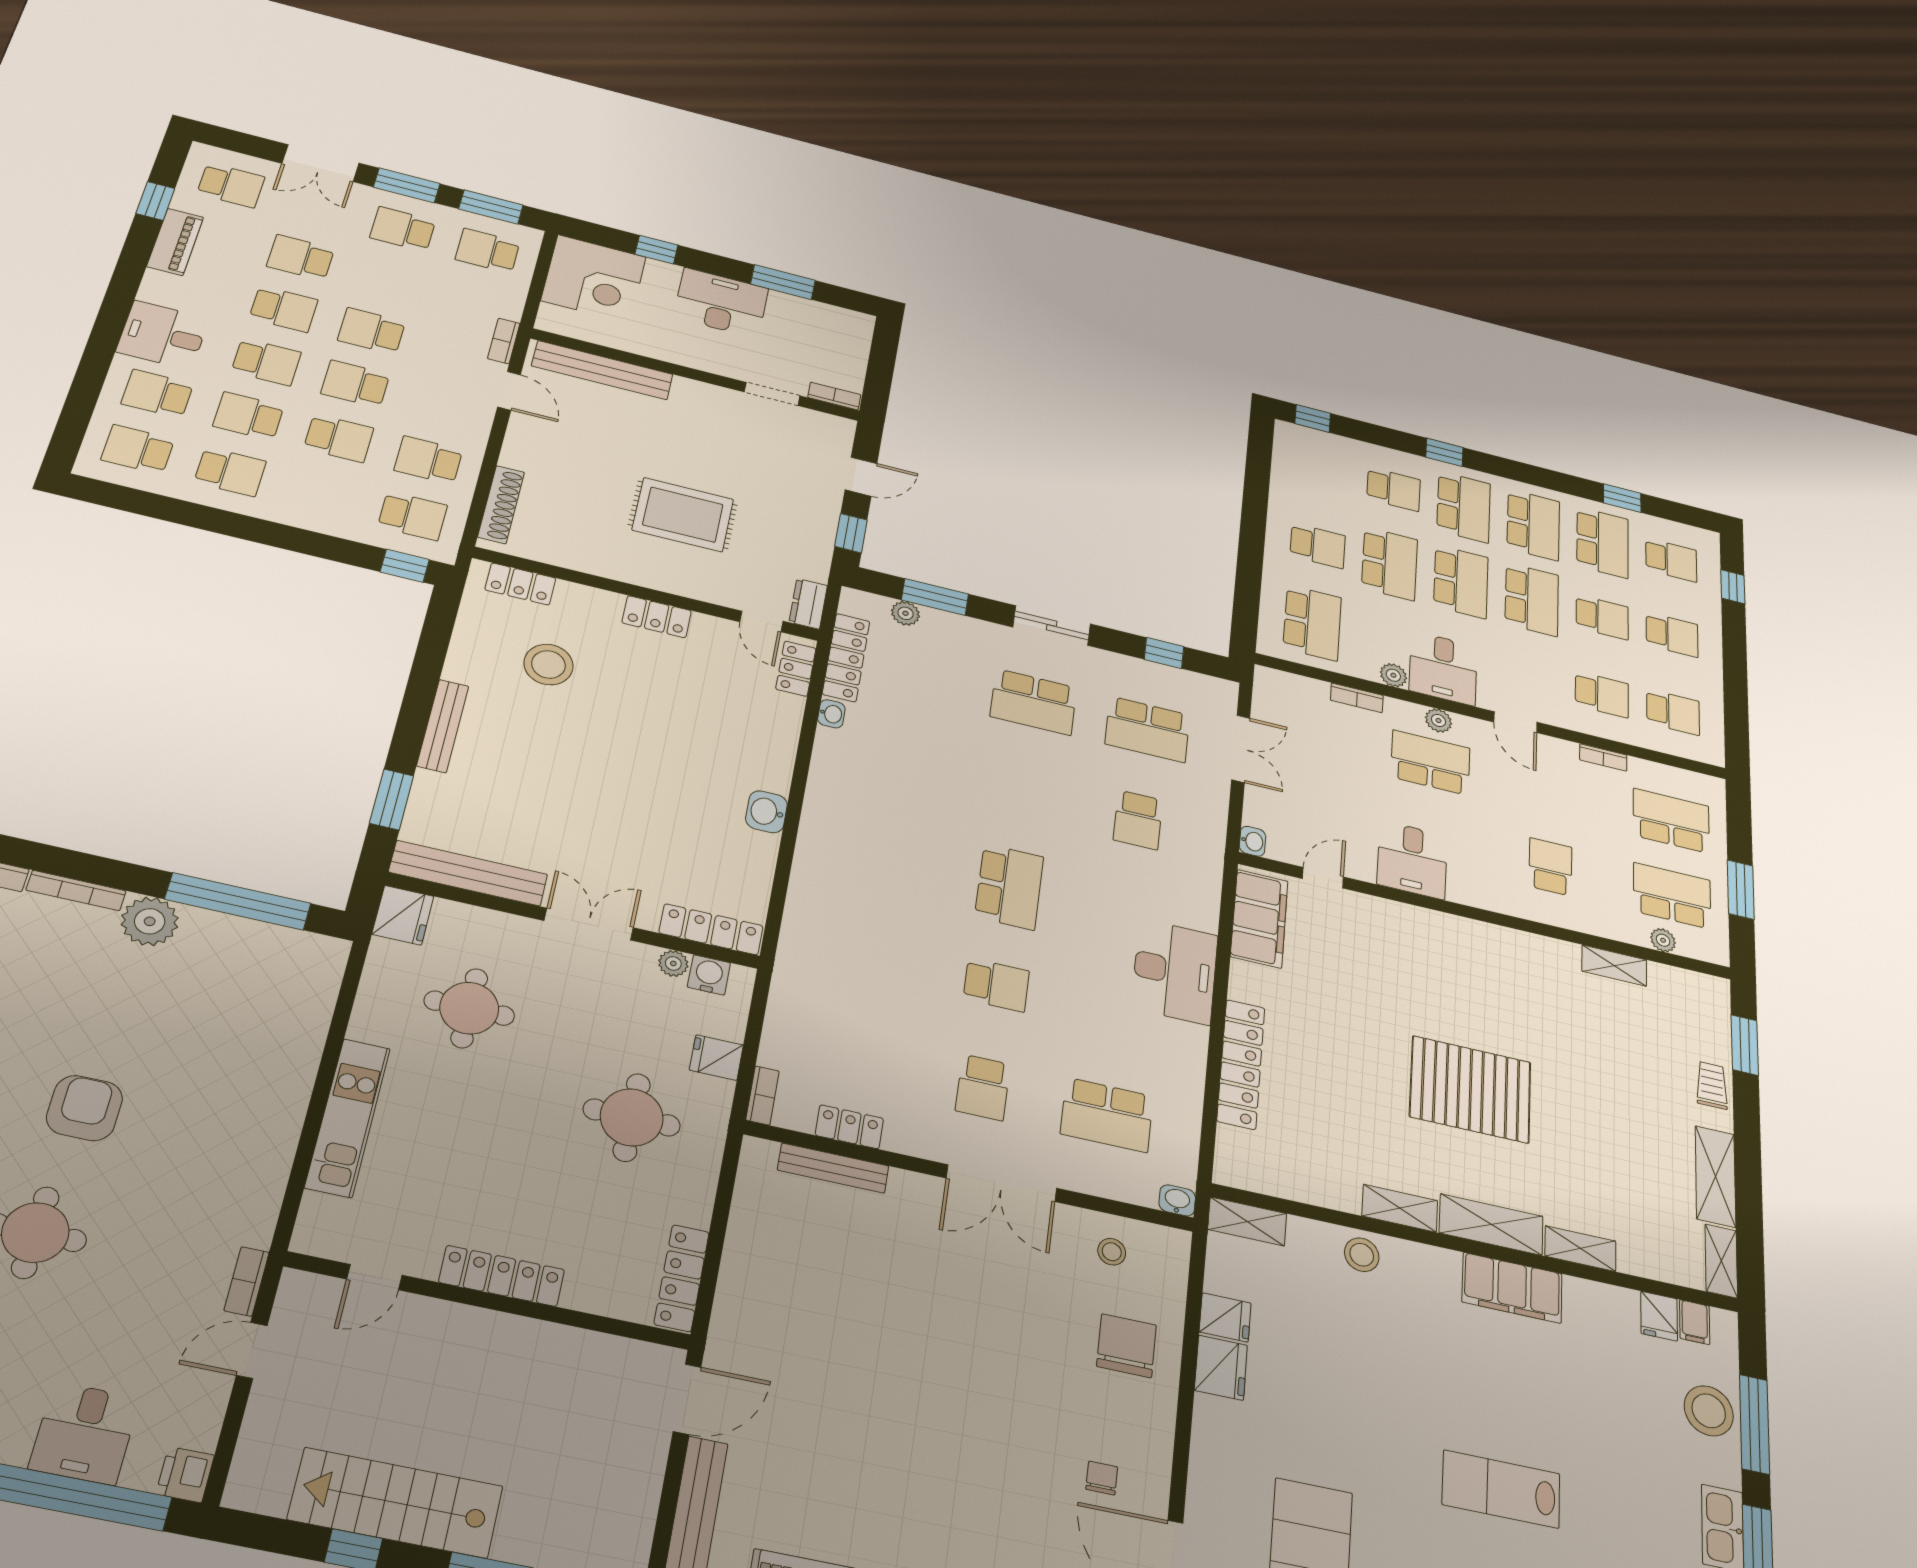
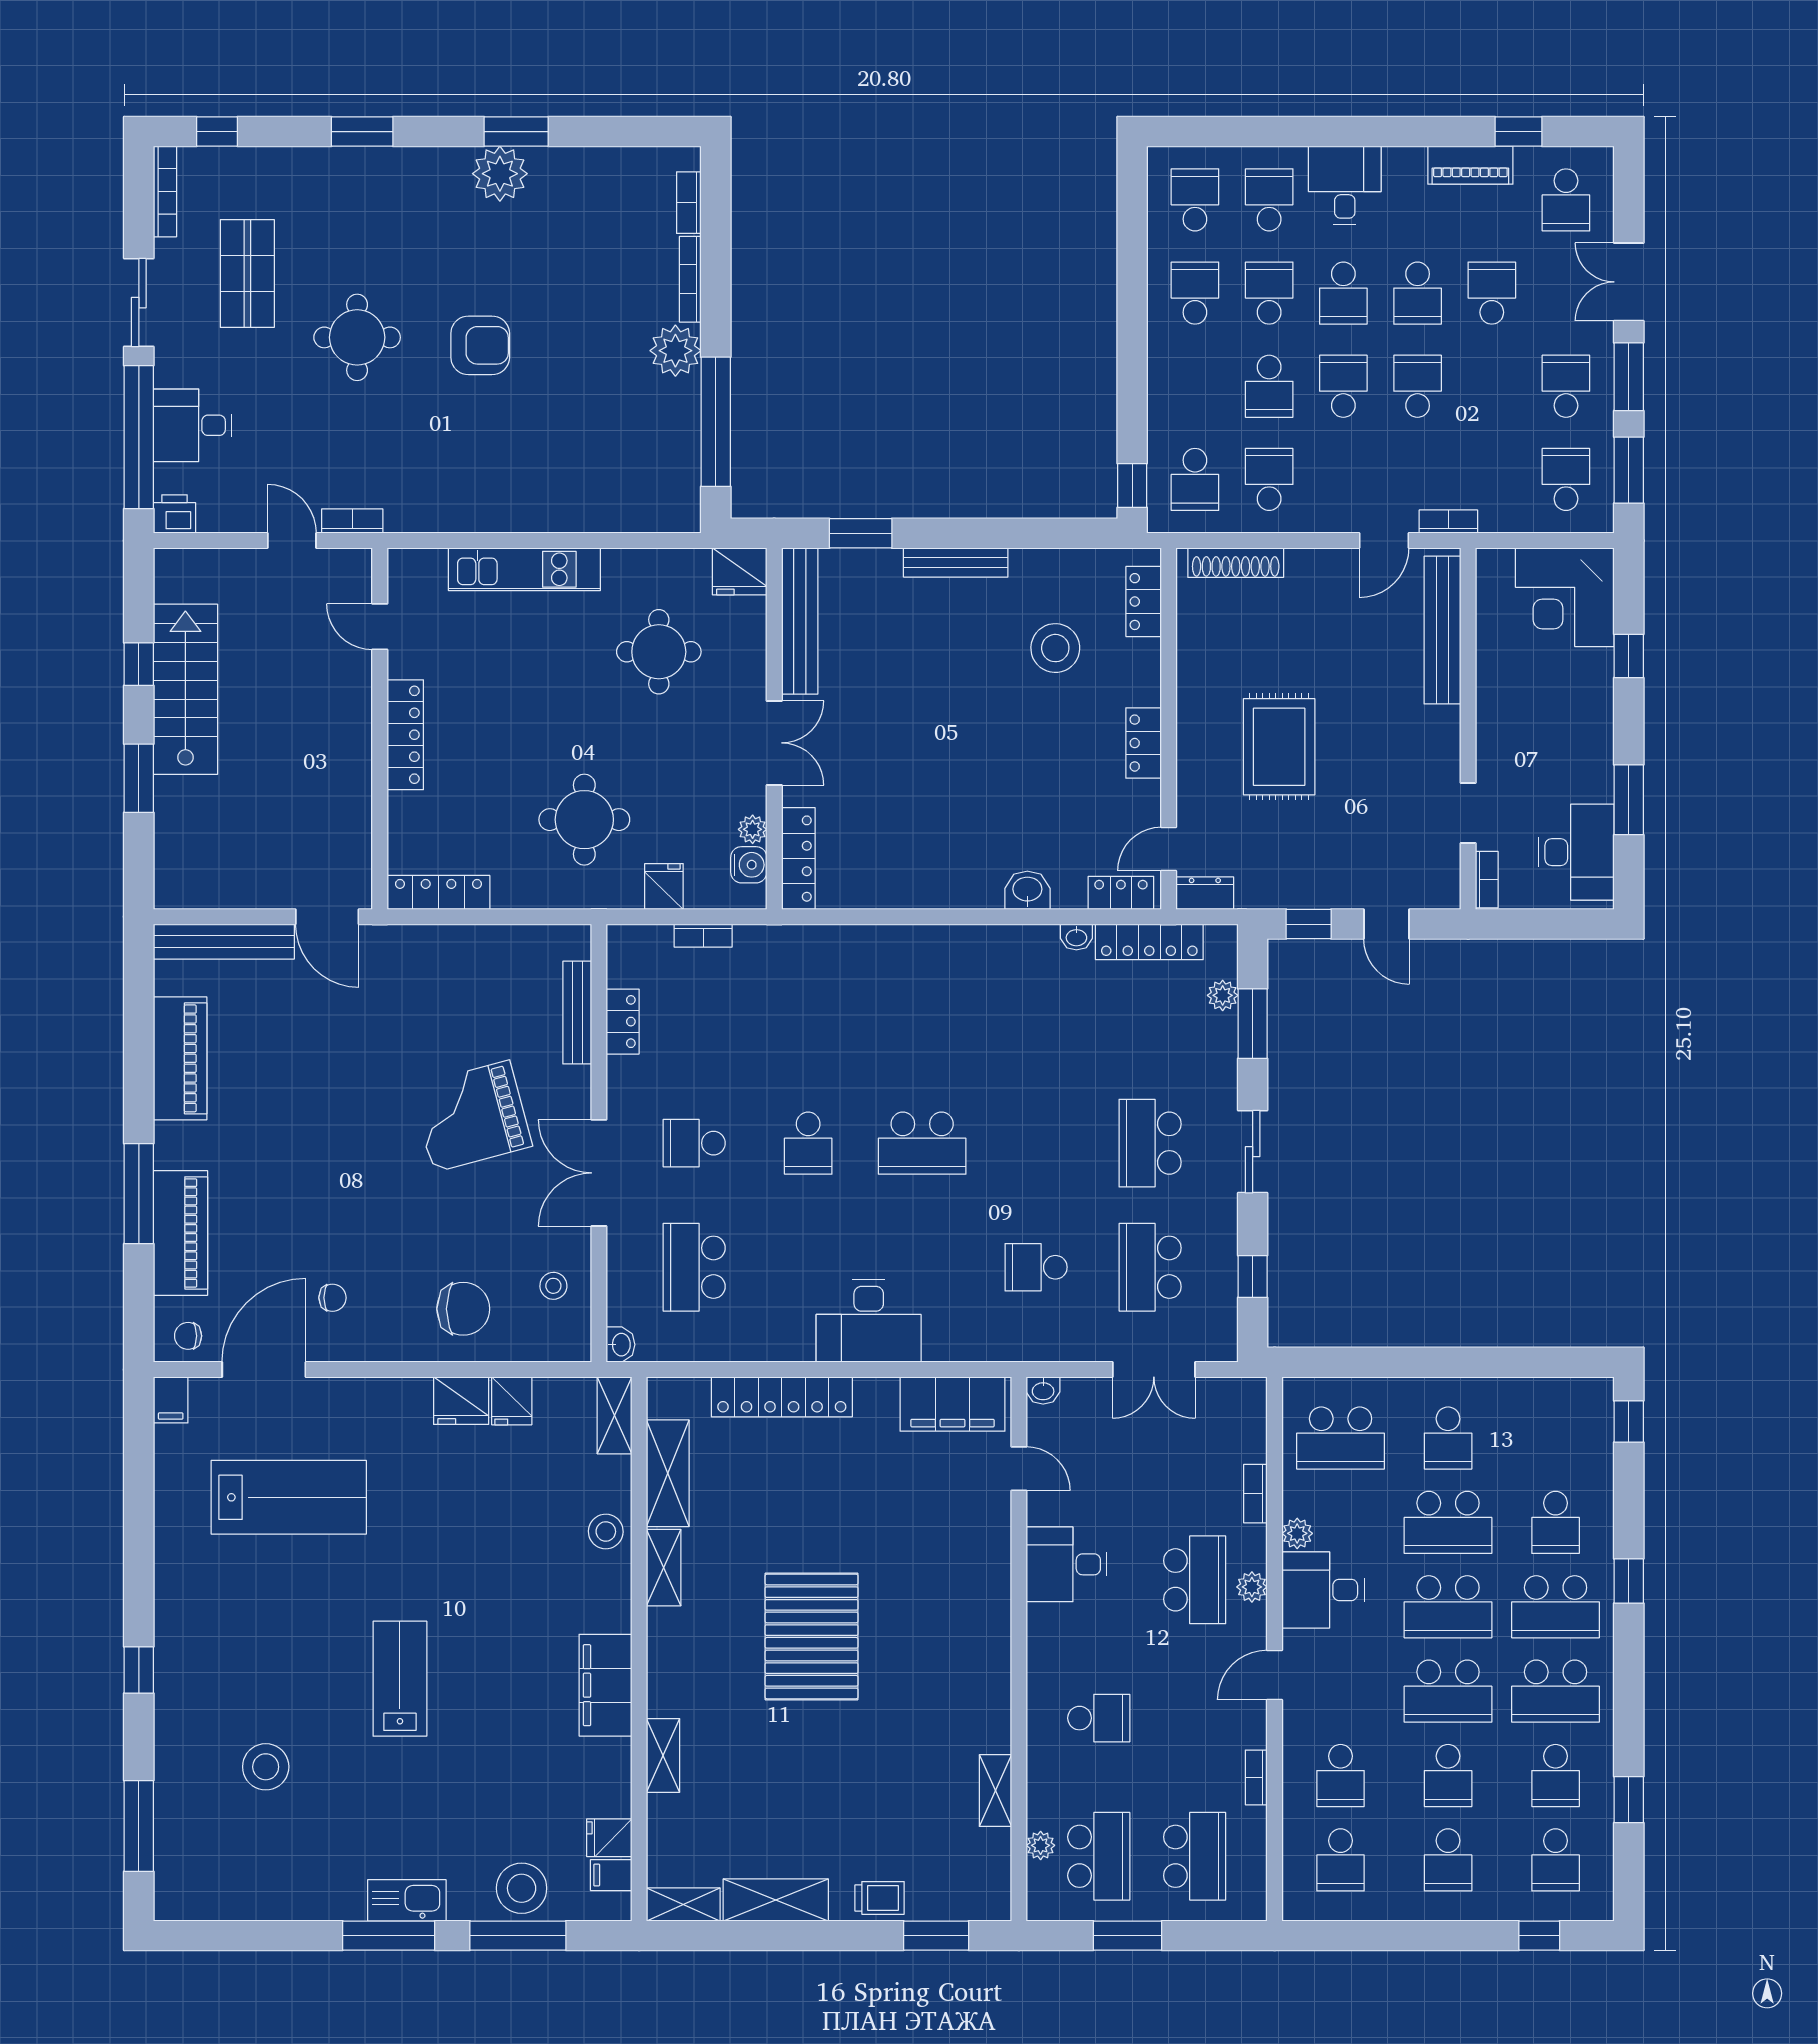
desk: (721, 303) -> (1577, 852), moved
school desk: (230, 472) -> (1195, 293), turned 180
school desk: (1603, 542) -> (1556, 1775), width x0.54
washbasin: (766, 812) -> (1027, 890), moved
bookcase: (762, 1096) -> (703, 936), moved
shelving: (1491, 1225) -> (668, 1473), moved
grand piano: (926, 1295) -> (471, 1116), added

